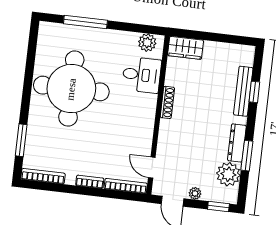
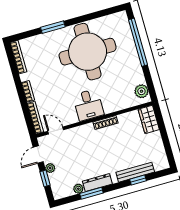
window: (85, 22) -> (138, 42), width x1.46
desk: (142, 75) -> (88, 105), moved
window: (21, 140) -> (53, 27), moved
door: (152, 168) -> (56, 130), hinge flipped
plant: (228, 174) -> (78, 189), width x0.53, depth x0.53
window: (218, 207) -> (45, 178), moved

